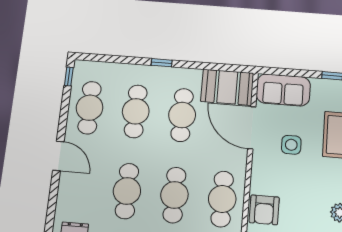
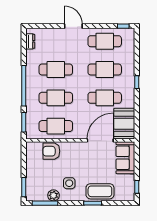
side table: (291, 145) -> (69, 183), moved
door: (58, 156) -> (73, 26), swing flipped

